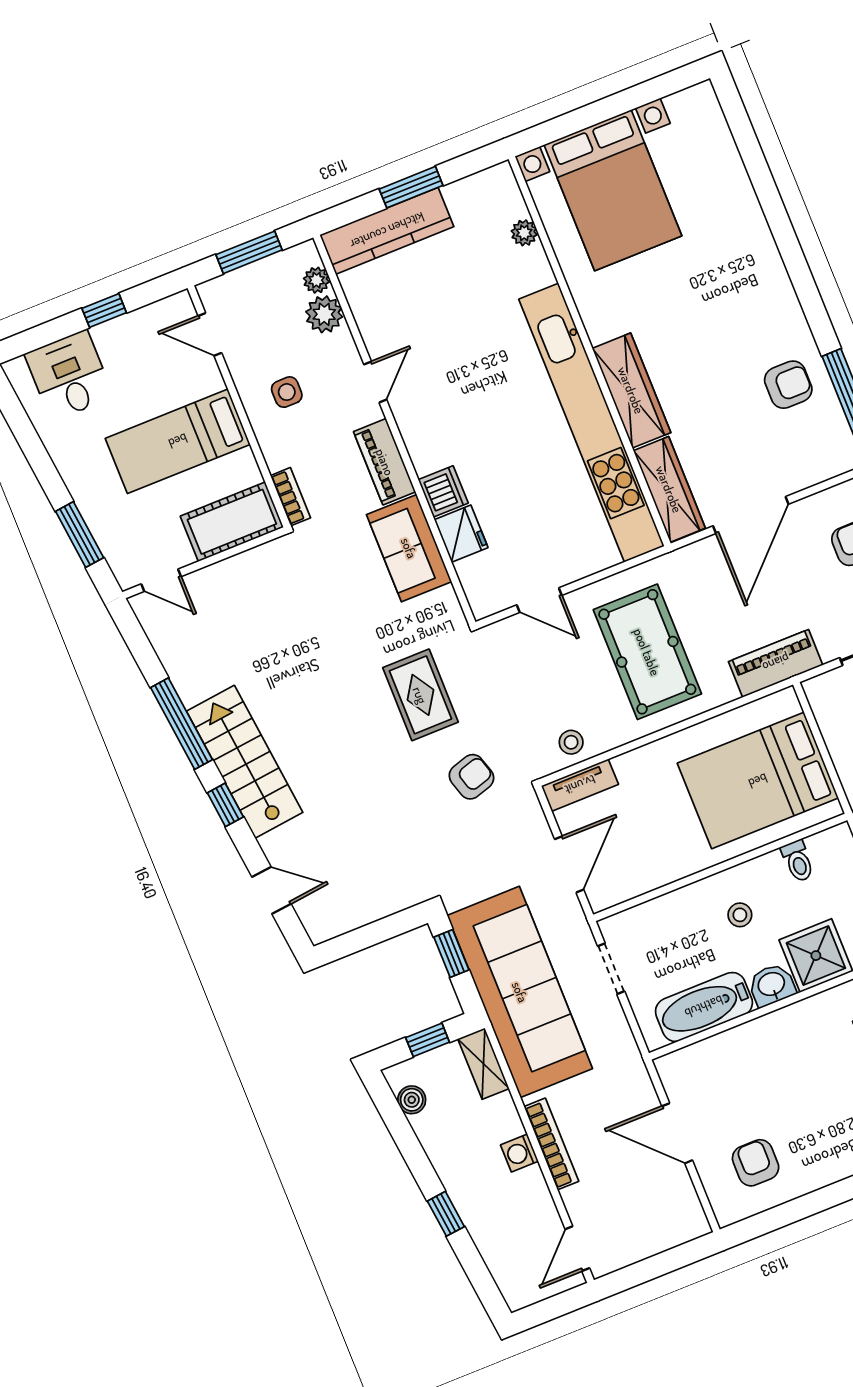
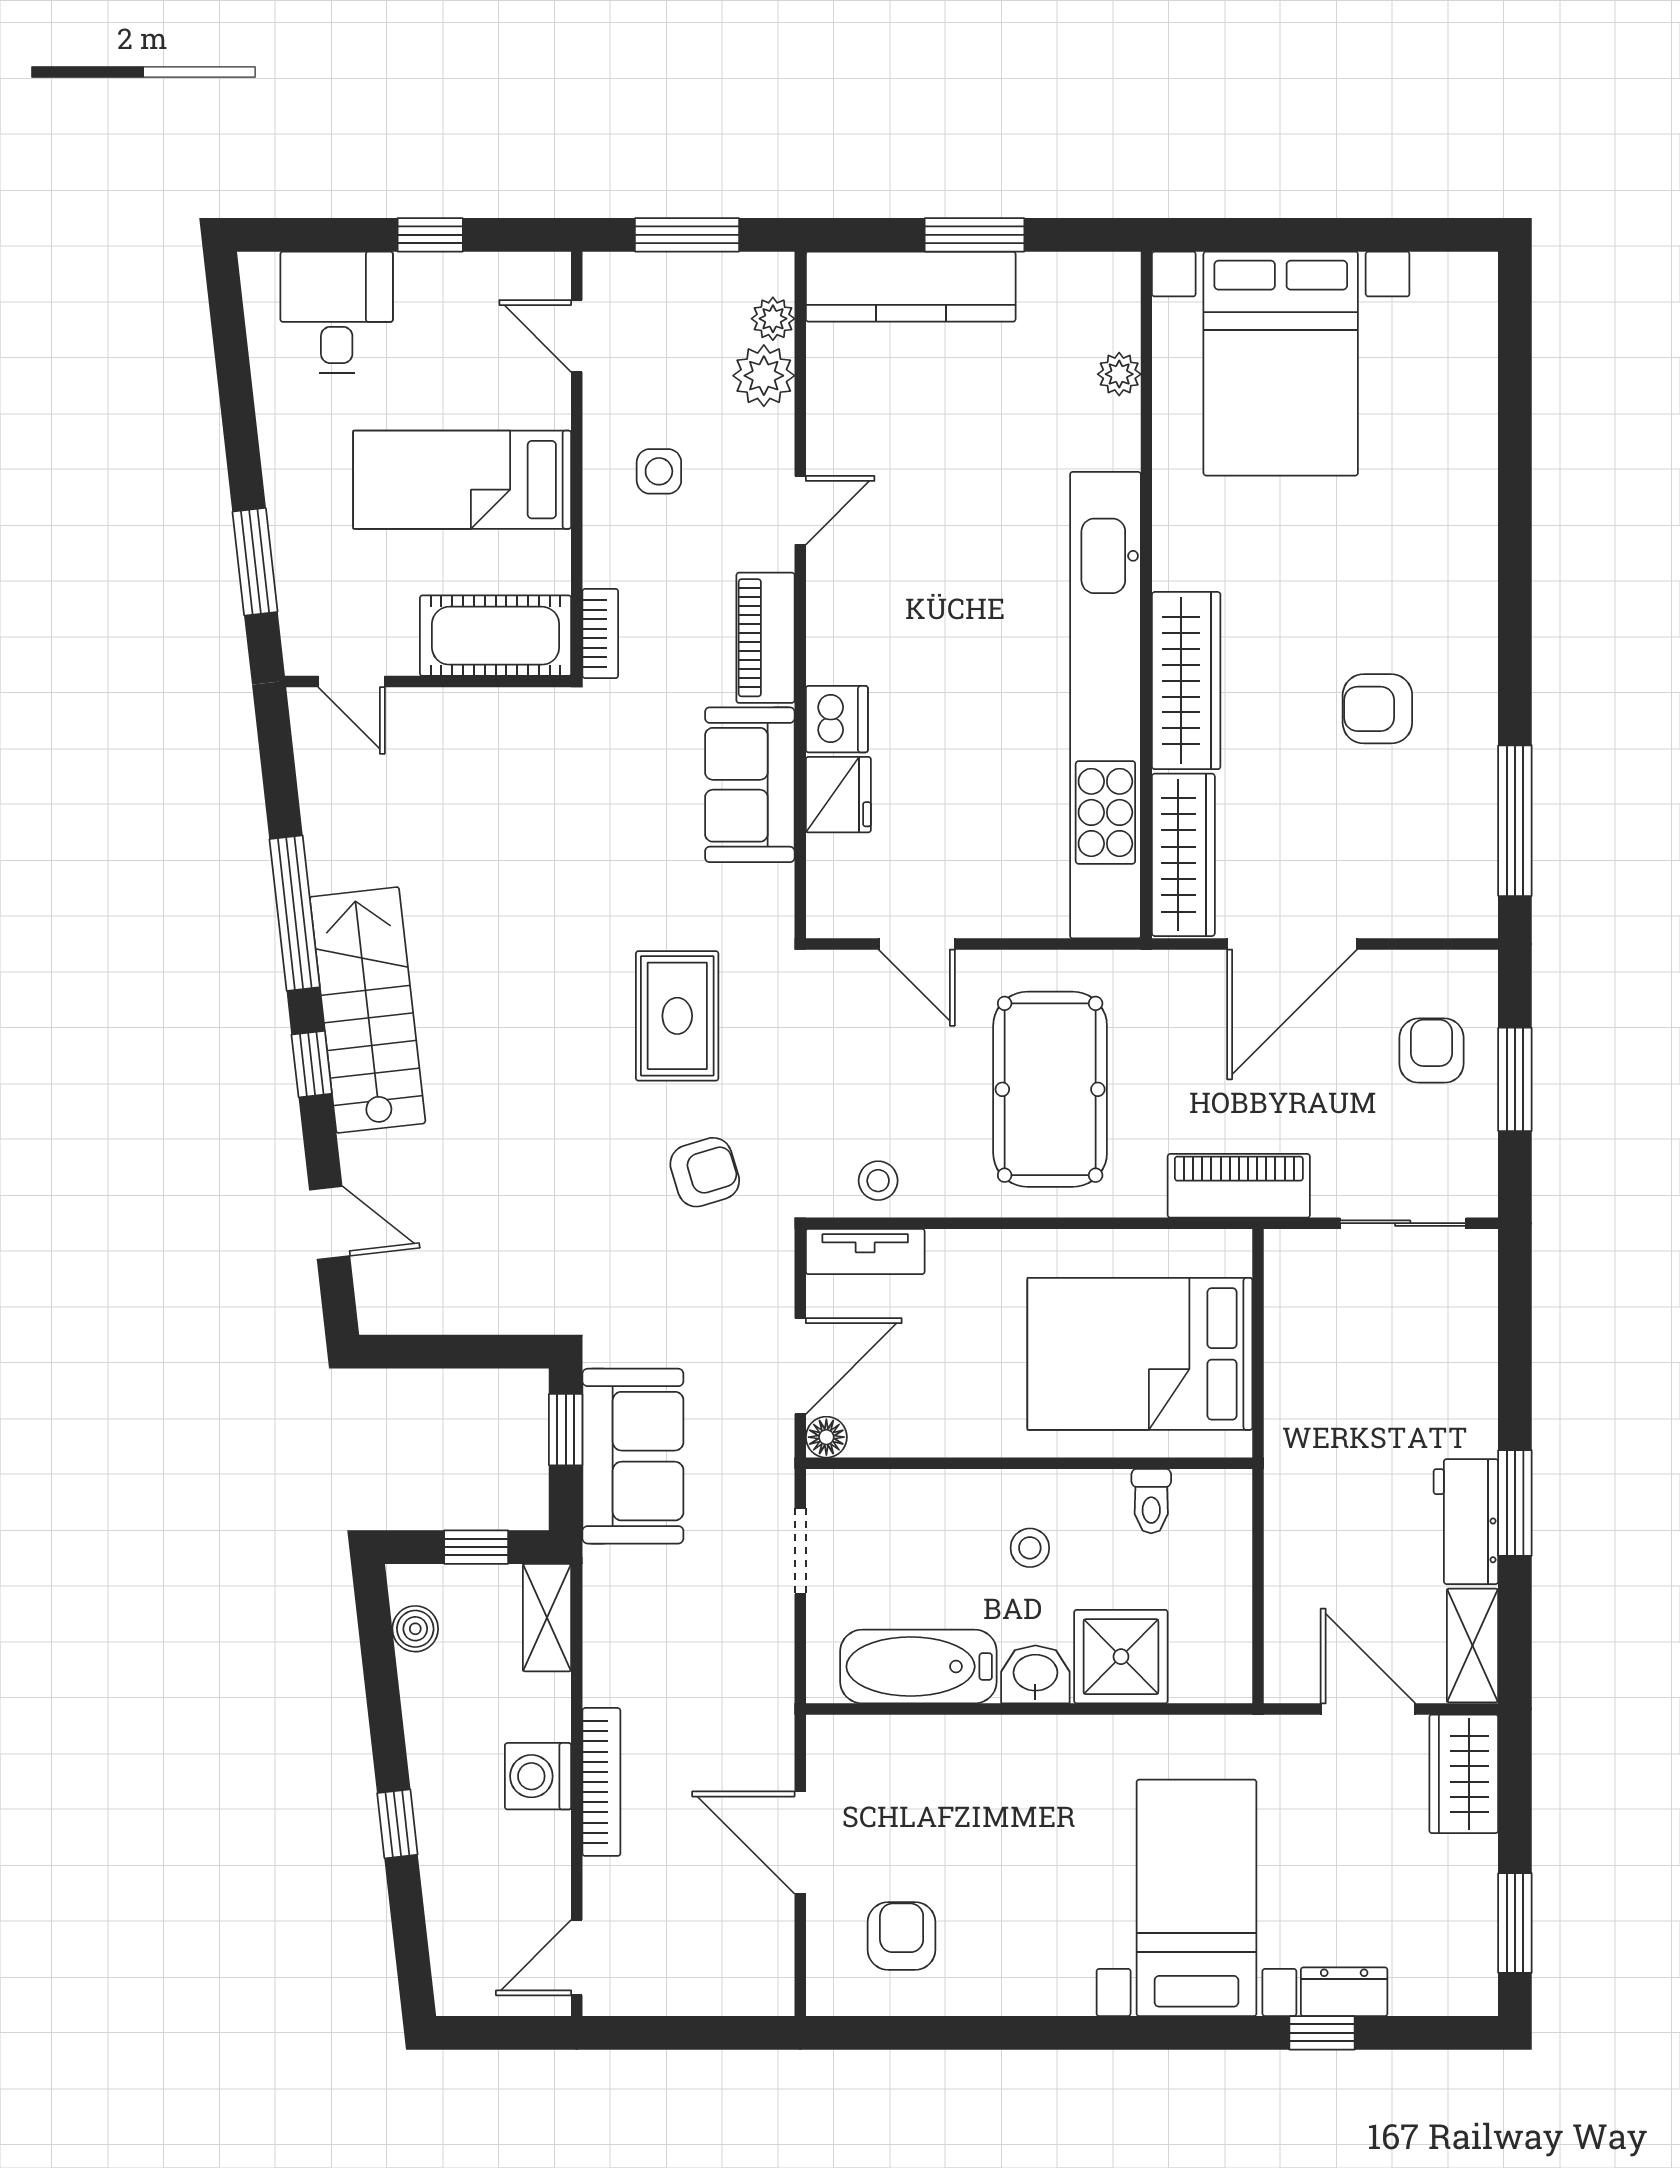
armchair: (788, 385) -> (1377, 709), moved, turned 180
floor lamp: (600, 899) -> (826, 1437), added
sofa: (520, 992) -> (633, 1456), width x0.54, depth x0.79
washing machine: (519, 1153) -> (538, 1776), width x1.38, depth x1.38

